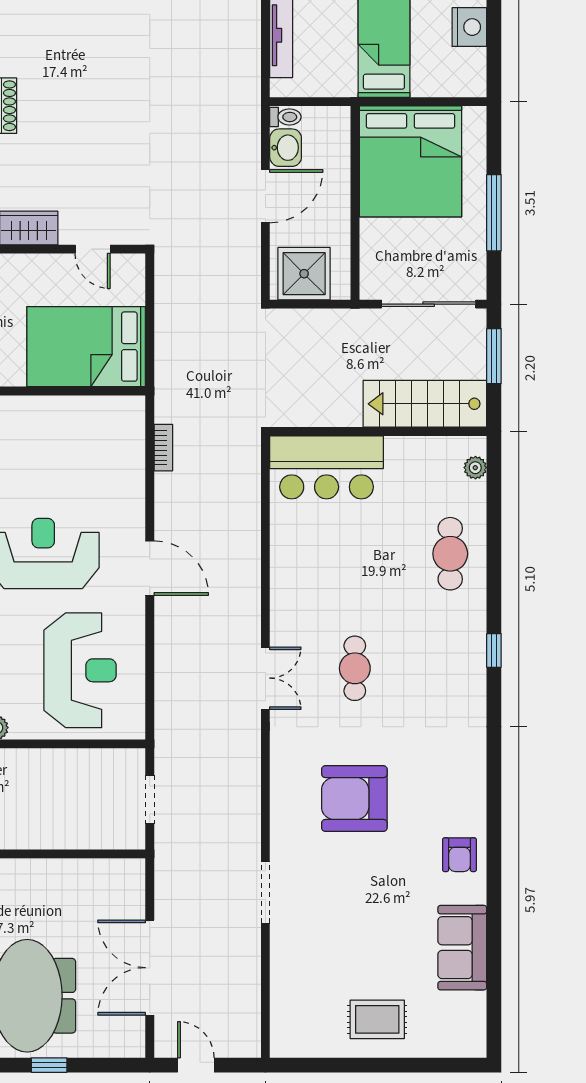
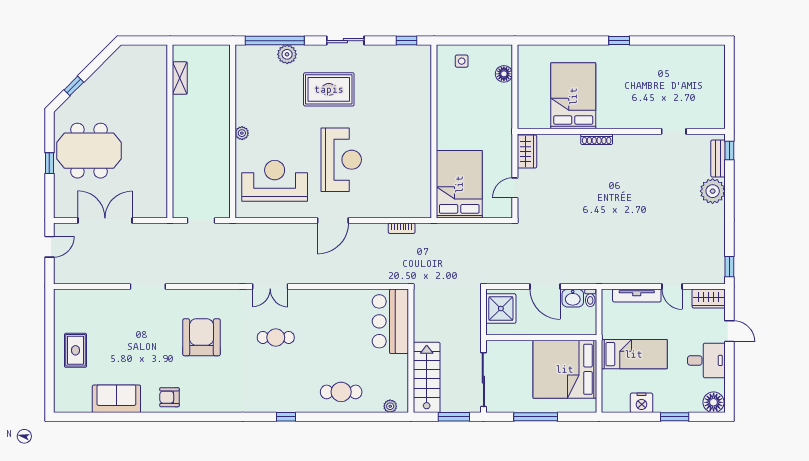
reception desk: (80, 670) -> (275, 181), turned 180

